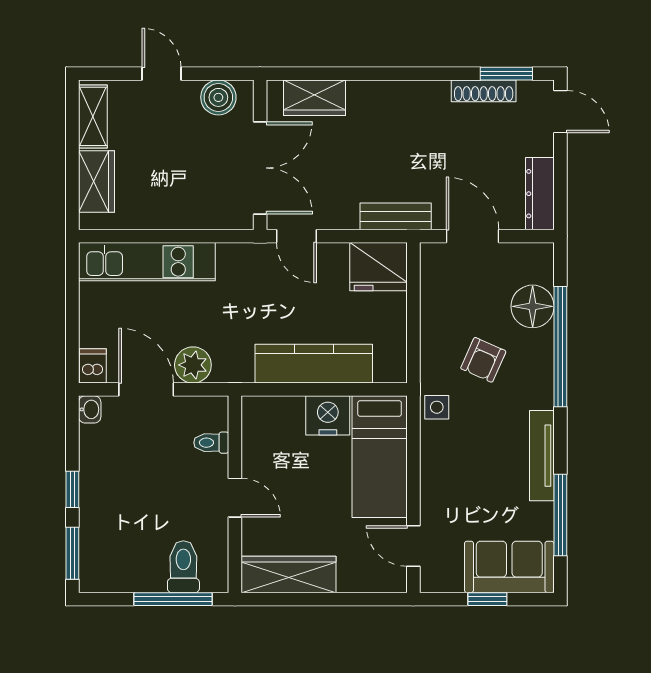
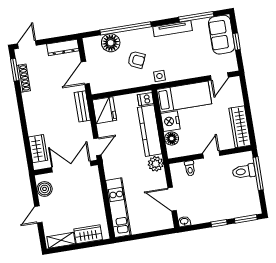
plant: (193, 365) -> (156, 164), moved
dishwasher: (93, 366) -> (146, 99), moved
door: (146, 389) -> (172, 199), hinge flipped
floor lamp: (287, 412) -> (172, 139), added

